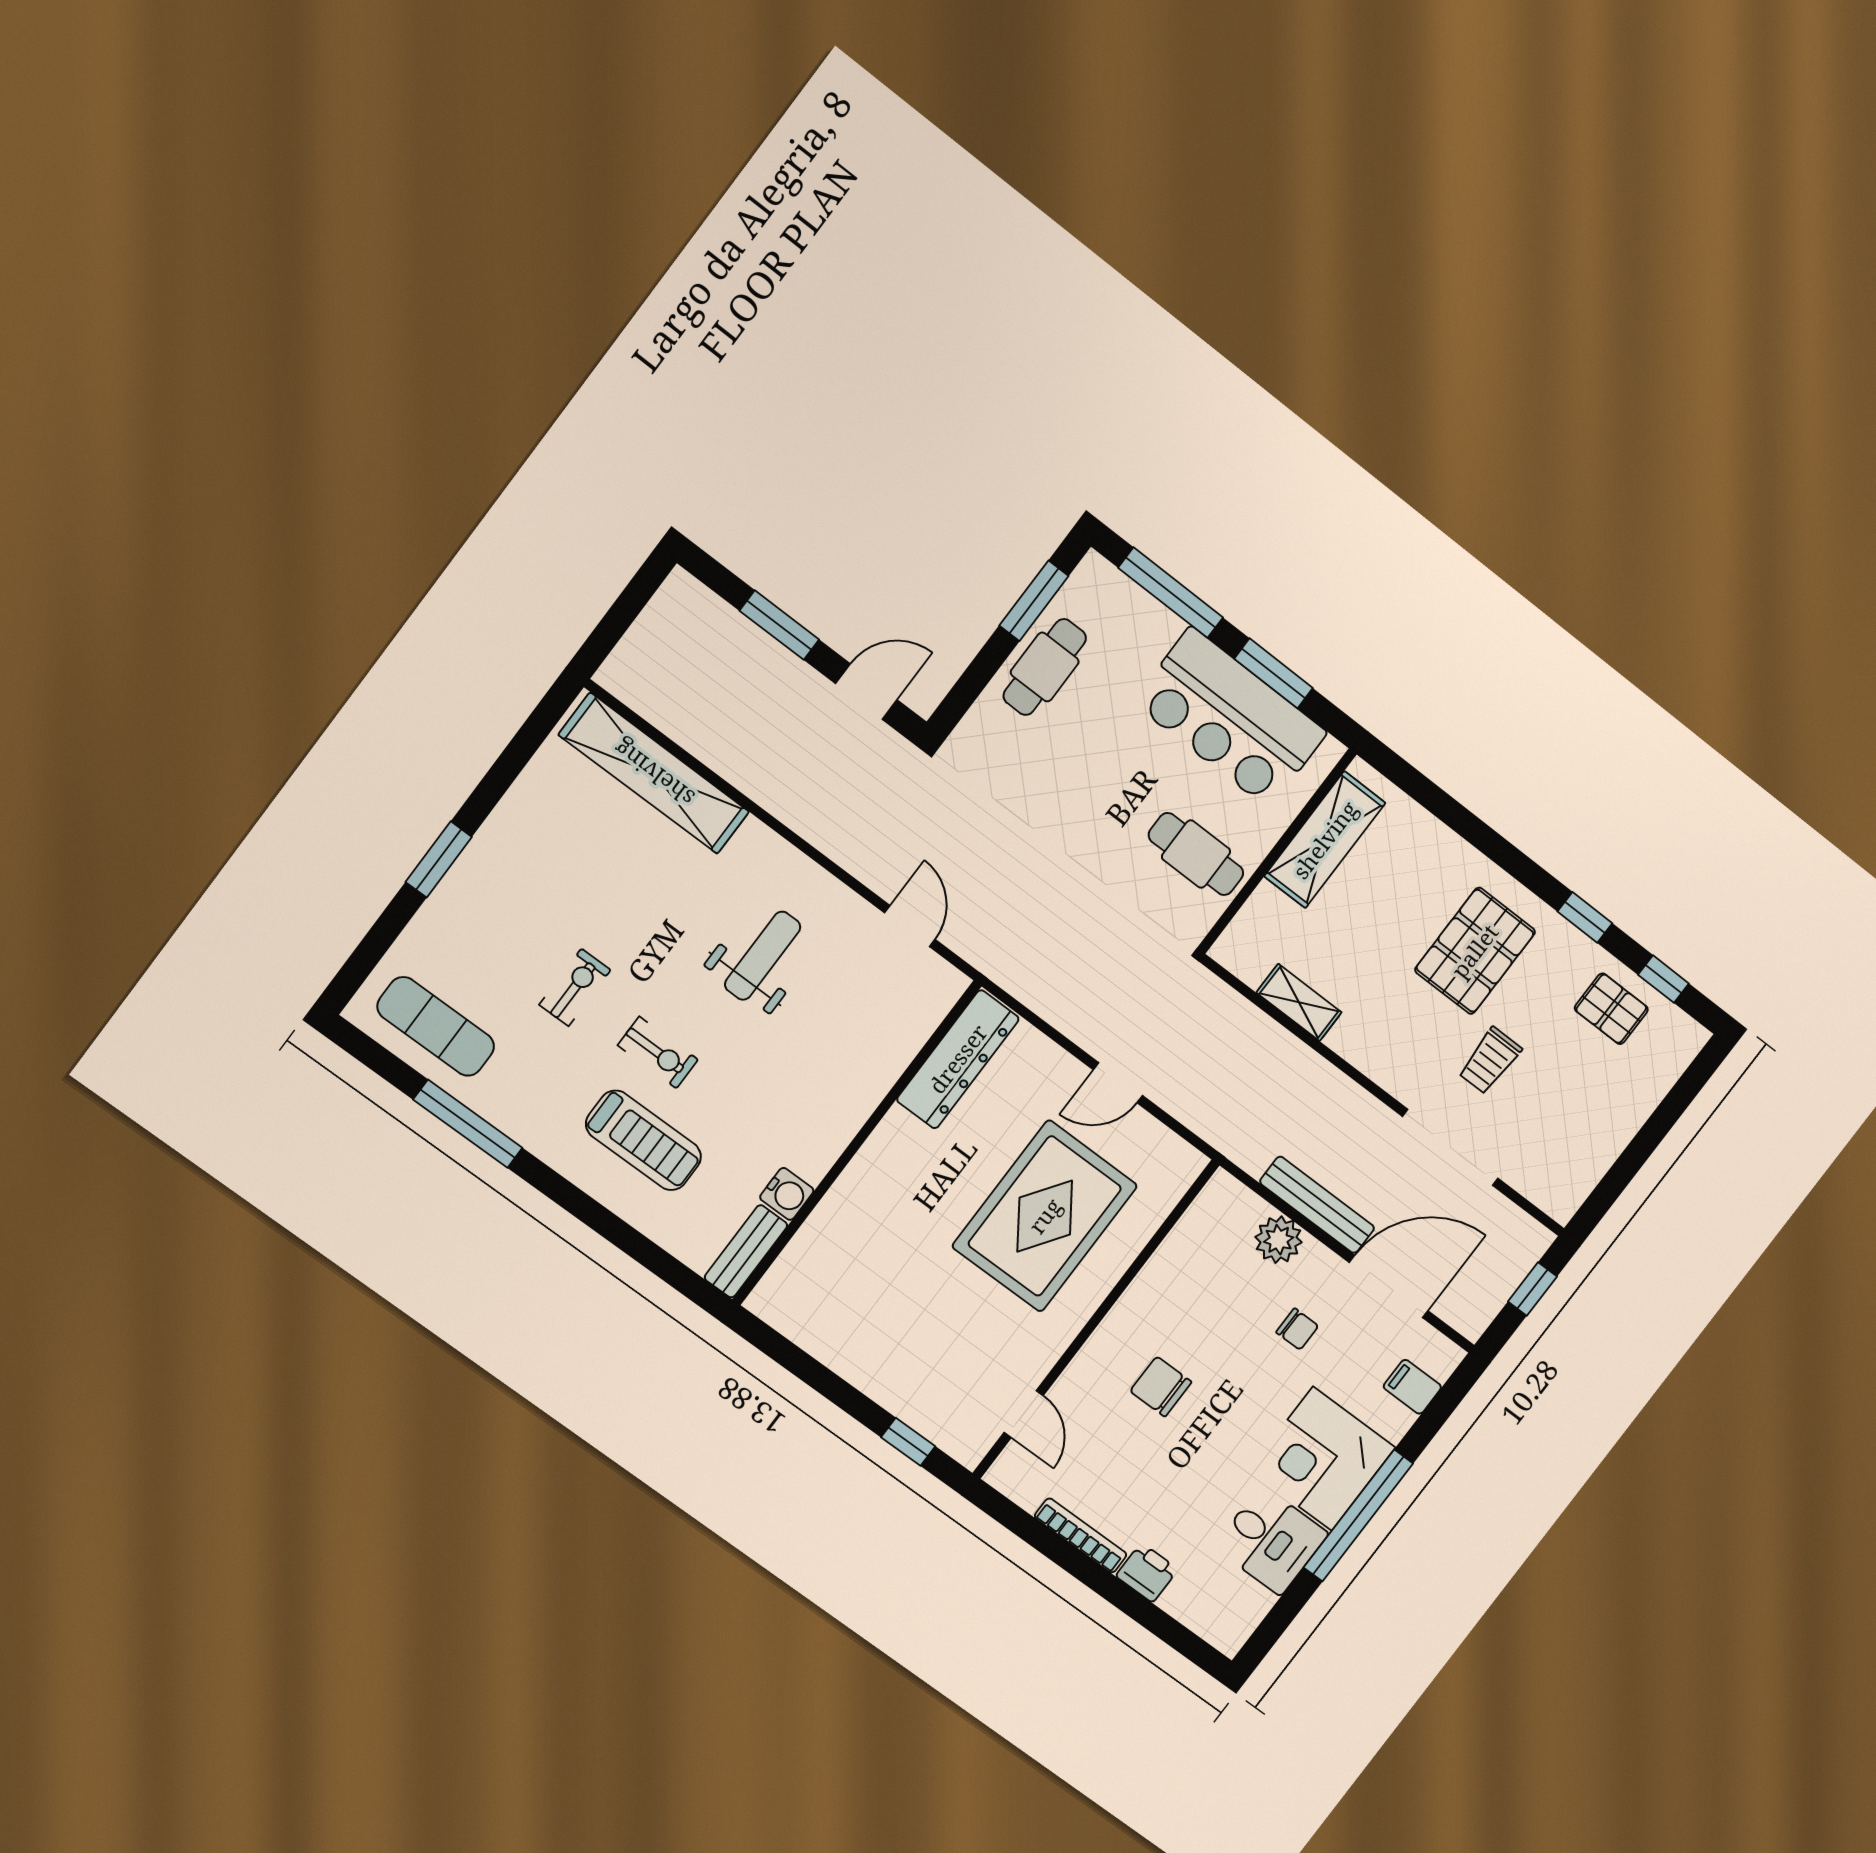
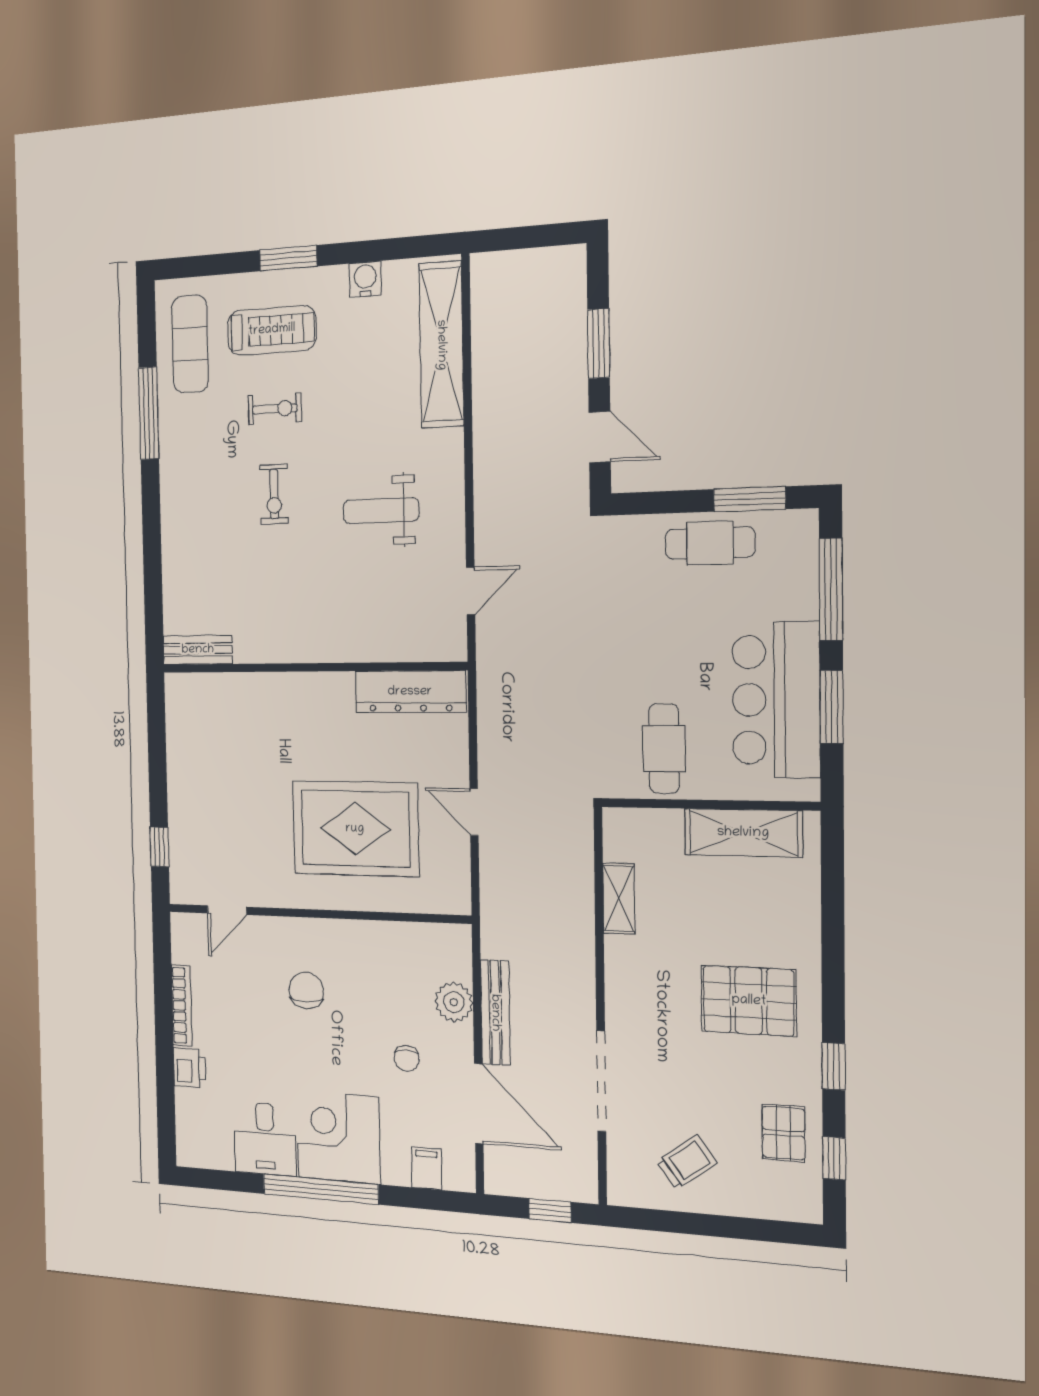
weight bench: (763, 956) -> (381, 511), turned 180
trolley: (1490, 1061) -> (687, 1162), moved, turned 144
treadmill: (643, 1140) -> (272, 330), moved, turned -90
water cooler: (787, 1194) -> (365, 279), moved, turned 180

